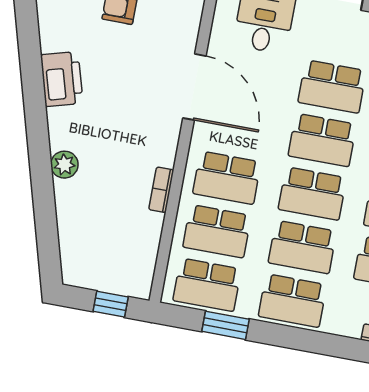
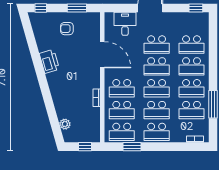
plant: (64, 165) -> (65, 124), moved

